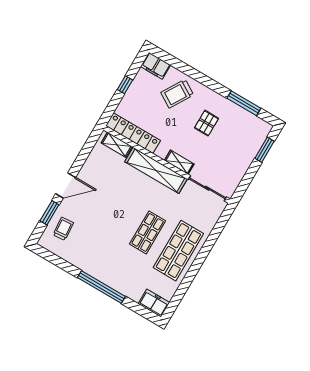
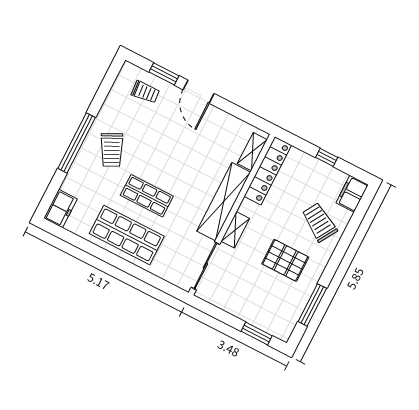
pallet: (207, 123) -> (285, 260), width x1.50, depth x1.42
trolley: (109, 259) -> (112, 150), added

